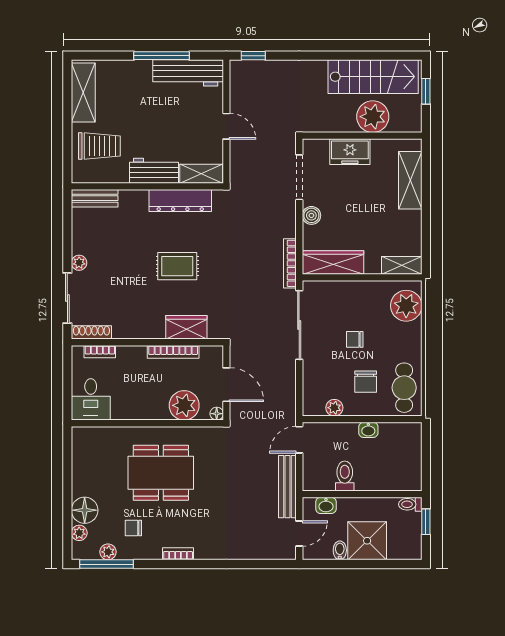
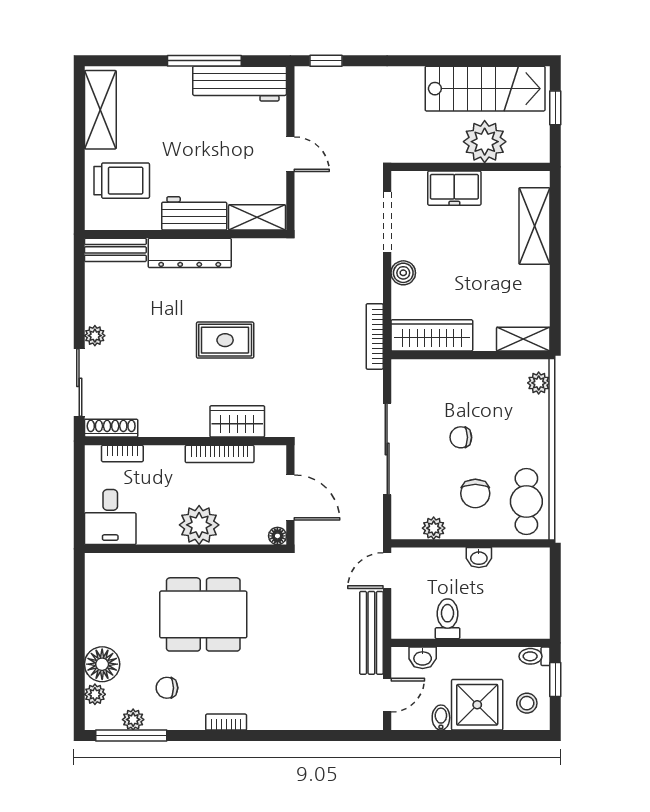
dresser: (180, 200) -> (190, 253), moved
plant: (406, 306) -> (539, 383), width x0.53, depth x0.53
sliding door: (299, 325) -> (387, 449), moved
plant: (184, 405) -> (199, 525), moved
stool: (404, 540) -> (527, 703), added

